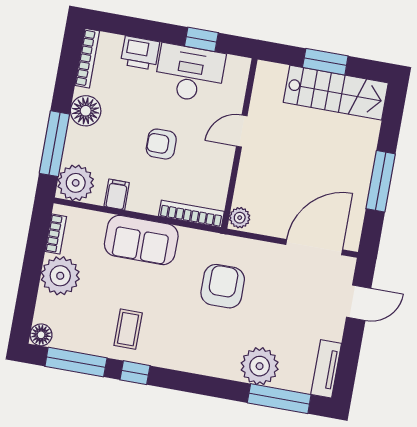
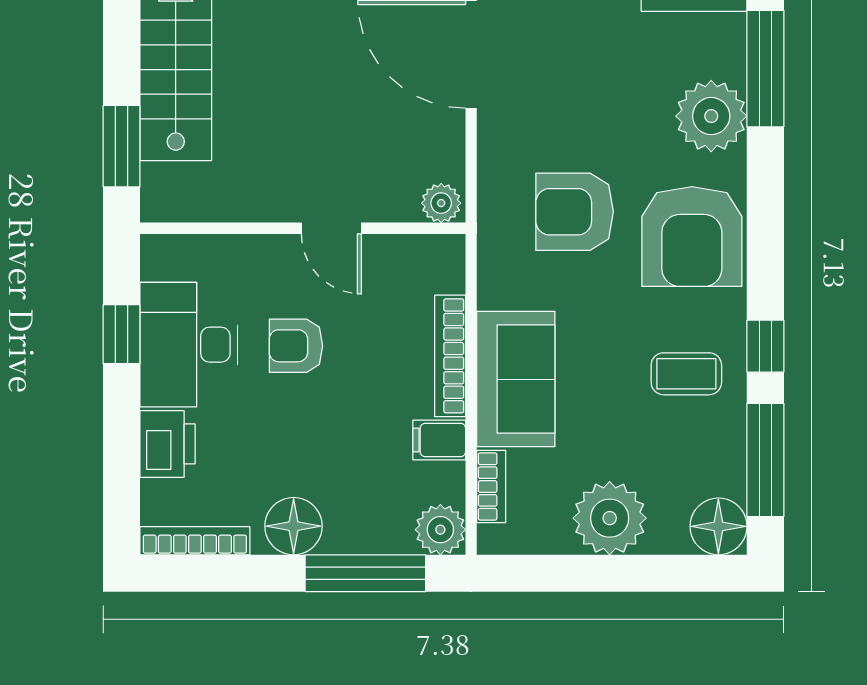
window: (325, 62) -> (122, 146), moved
door: (242, 131) -> (331, 228), moved
armchair: (161, 144) -> (296, 346), moved, turned 90
plant: (76, 183) -> (440, 530), width x0.73, depth x0.73
bookcase: (191, 214) -> (450, 356), moved
bookcase: (56, 234) -> (491, 487), moved, turned 90
floor lamp: (41, 335) -> (718, 526), width x1.38, depth x1.38
armchair: (199, 345) -> (692, 236), added

